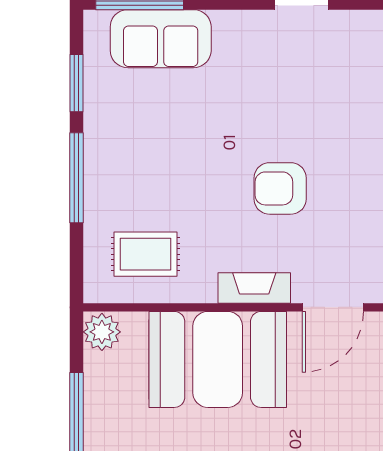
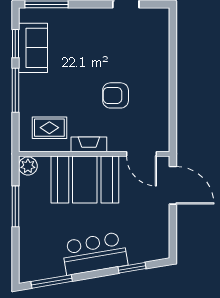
sofa: (161, 39) -> (33, 48), moved, turned -90
fireplace: (254, 288) -> (89, 144), moved
door: (333, 307) -> (141, 154), hinge flipped

